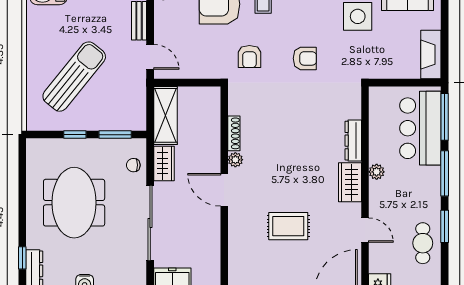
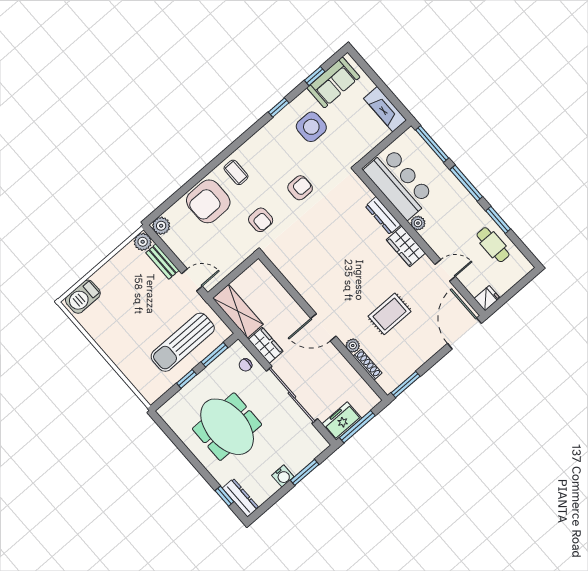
sun lounger: (74, 77) -> (183, 342), moved, turned -129
bar counter: (420, 128) -> (399, 183), moved, turned 180
shoe rack: (234, 133) -> (368, 365), moved
plant: (235, 160) -> (353, 346), moved

